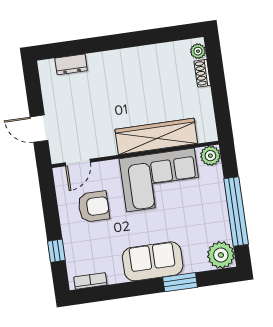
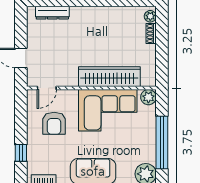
dresser: (71, 64) -> (52, 13), width x1.44
armchair: (94, 207) -> (54, 123), turned 90

